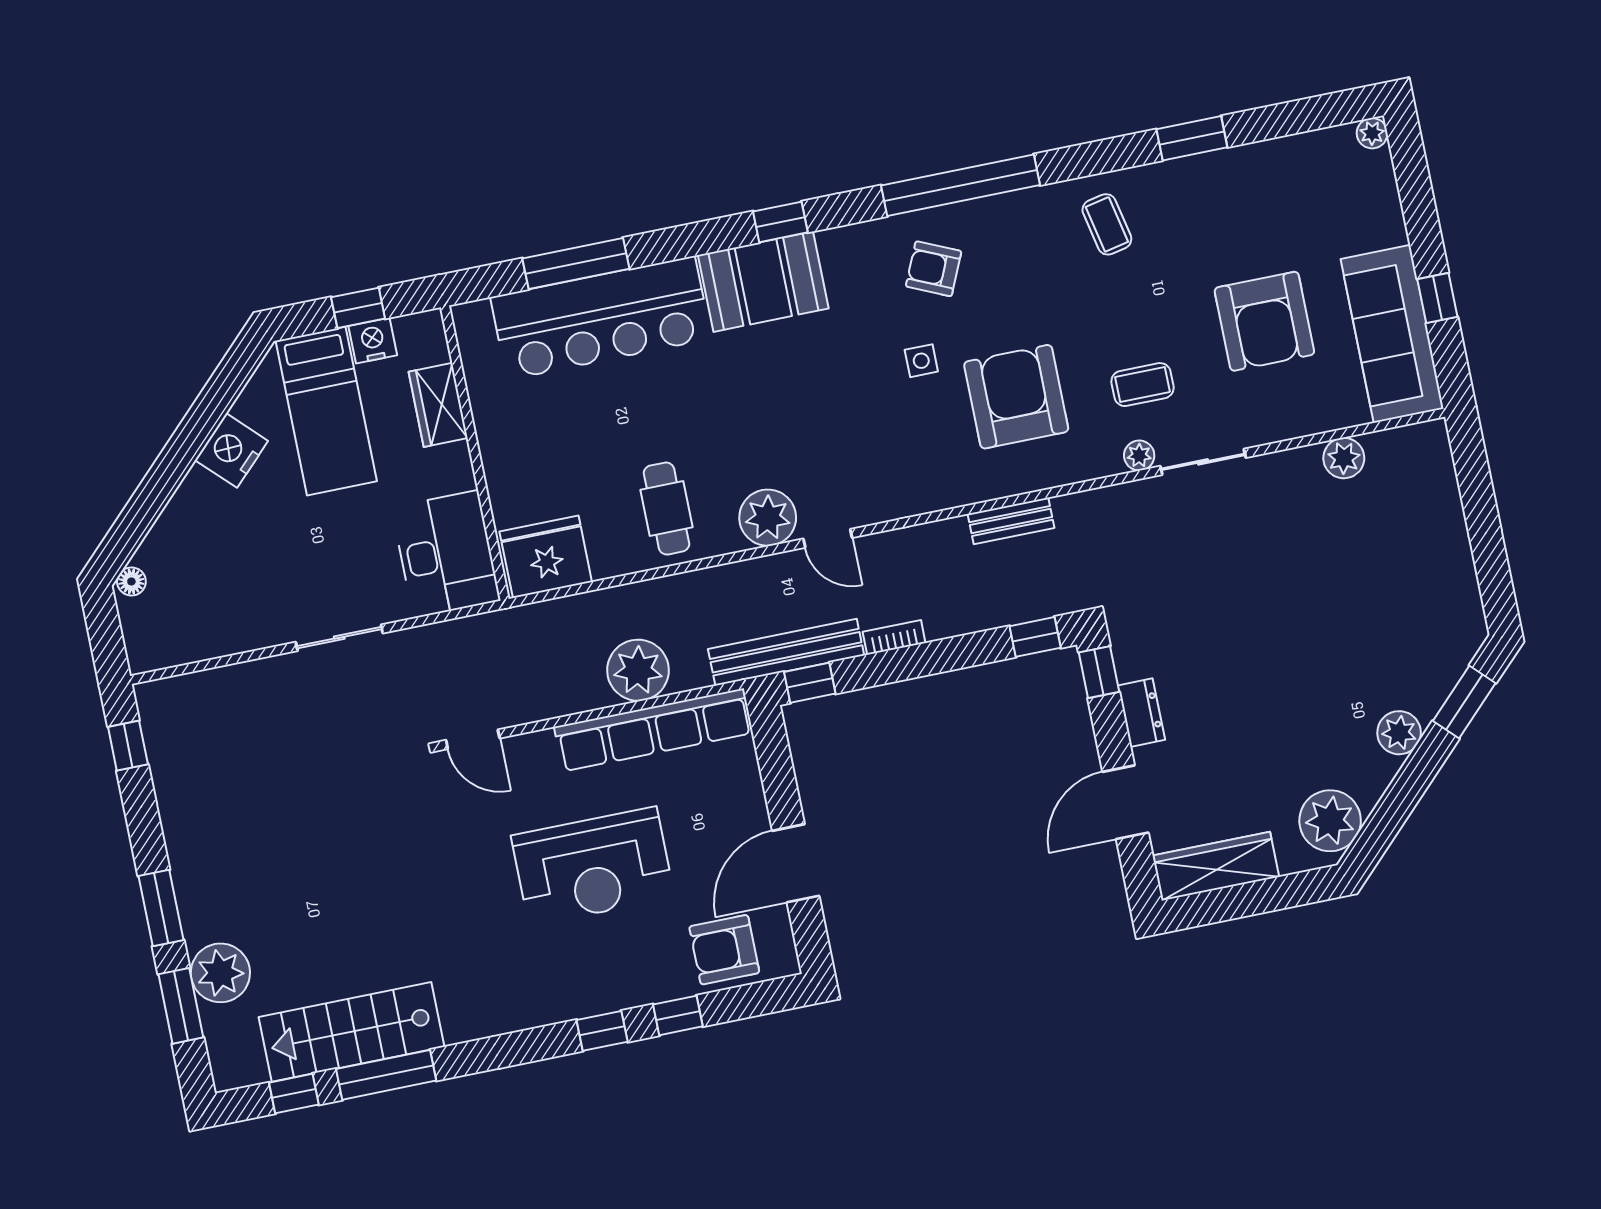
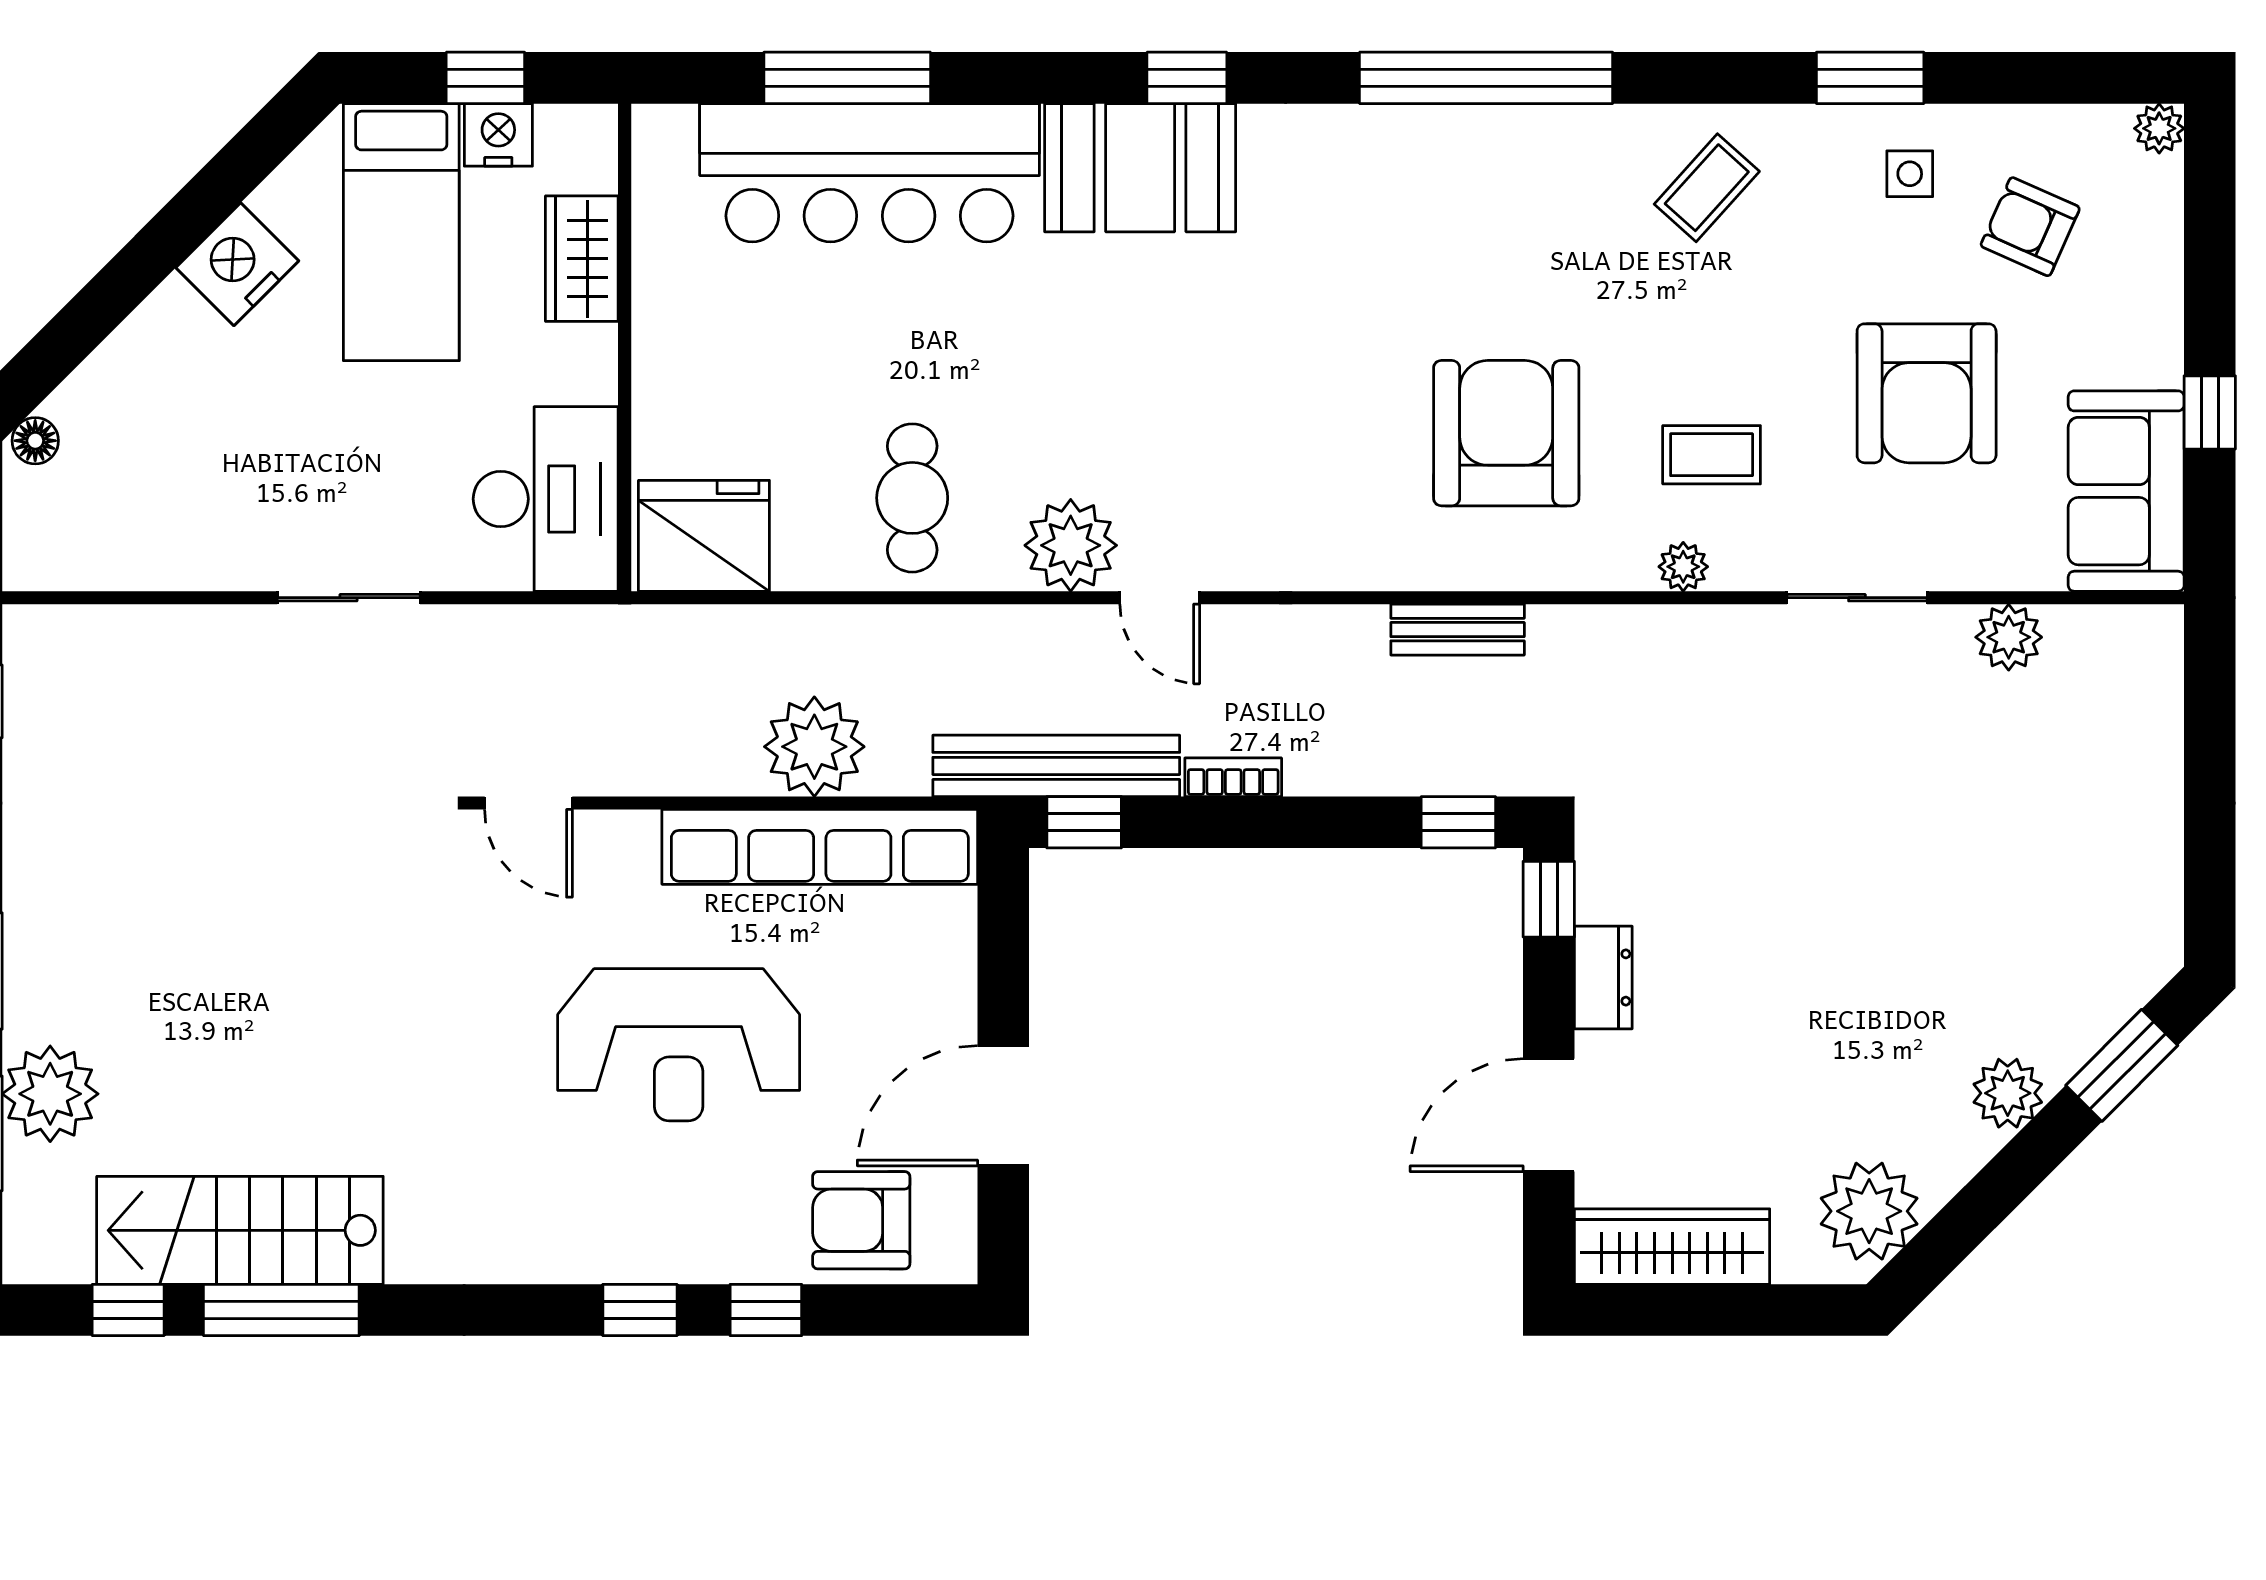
coffee table: (1107, 224) -> (1707, 188), turned 54
armchair: (934, 269) -> (2030, 227), moved
sofa: (1392, 334) -> (2126, 491), width x0.73
side table: (921, 361) -> (1910, 174), moved
sliding door: (1203, 462) -> (1857, 598), moved

